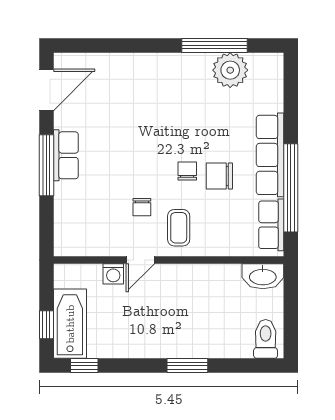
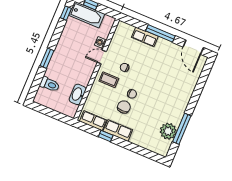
row of seats: (66, 155) -> (145, 37), moved
row of seats: (270, 155) -> (118, 130), width x0.68
window: (291, 188) -> (106, 136), width x0.32
door: (140, 260) -> (102, 57), hinge flipped
washbasin: (263, 276) -> (78, 94), moved
toilet: (266, 339) -> (50, 84), moved

